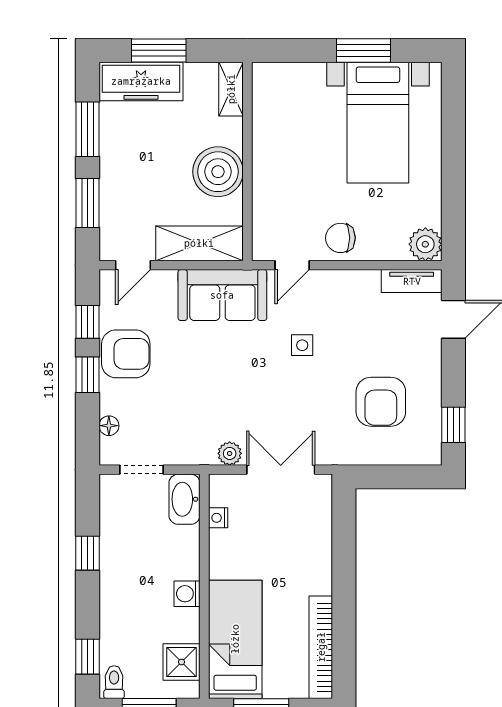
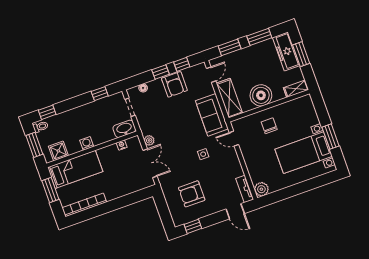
chair: (340, 238) -> (269, 126), moved
door: (133, 265) -> (211, 75), swing flipped
window: (88, 553) -> (100, 94), moved

